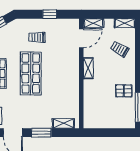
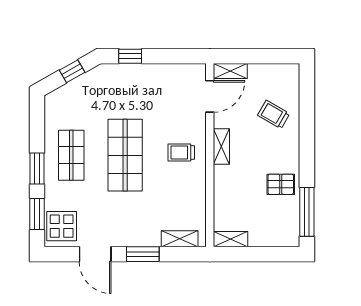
window: (50, 14) -> (130, 56), moved
shelving: (125, 23) -> (230, 239), moved
trolley: (37, 37) -> (181, 153), moved

